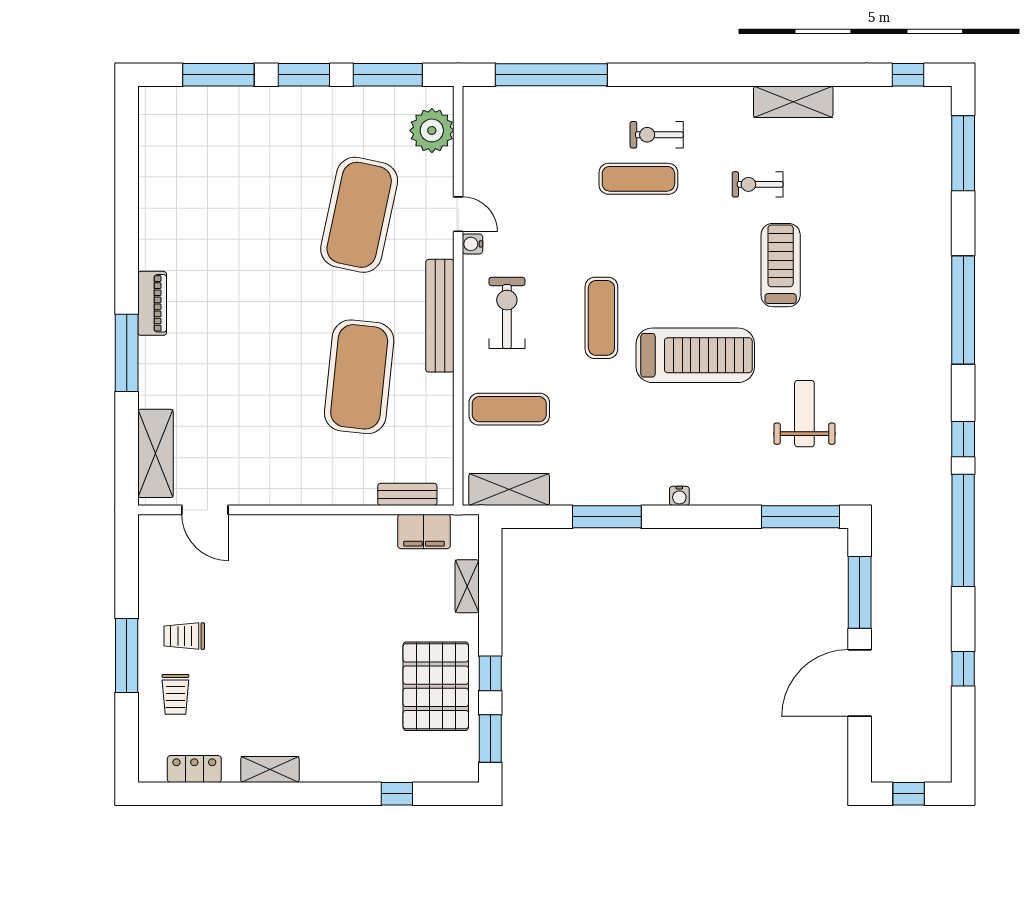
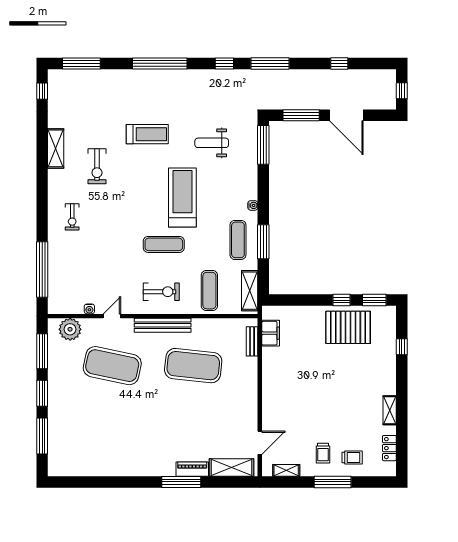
exercise mat: (638, 179) -> (238, 240), moved
exercise bike: (758, 184) -> (97, 166), width x1.38, depth x1.39
water cooler: (472, 244) -> (89, 309), moved
treadmill: (781, 265) -> (147, 134), moved, turned 180
piano: (152, 303) -> (192, 469), moved
exercise bike: (507, 313) -> (161, 292), turned 180
window: (963, 530) -> (270, 63), width x0.68
shelving: (467, 586) -> (286, 470), moved

